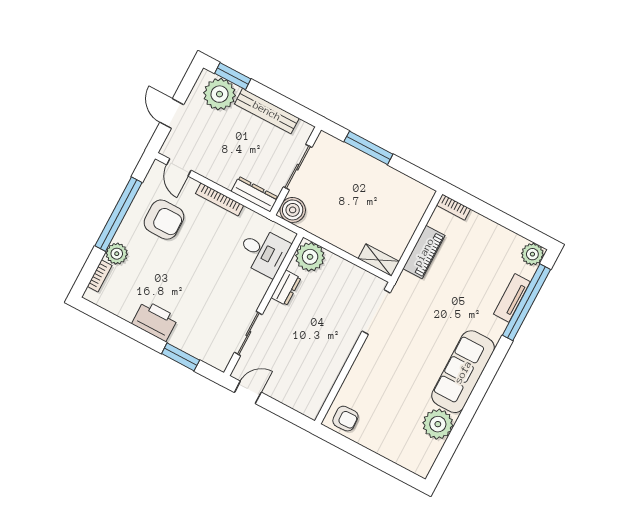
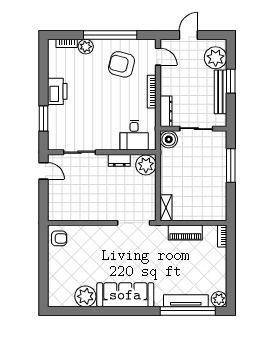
window: (233, 76) -> (231, 81), moved
door: (179, 167) -> (158, 57), swing flipped
armchair: (164, 220) -> (122, 64), turned 104
tv unit: (512, 298) -> (186, 301), width x1.41
armchair: (345, 419) -> (59, 238), turned -88

